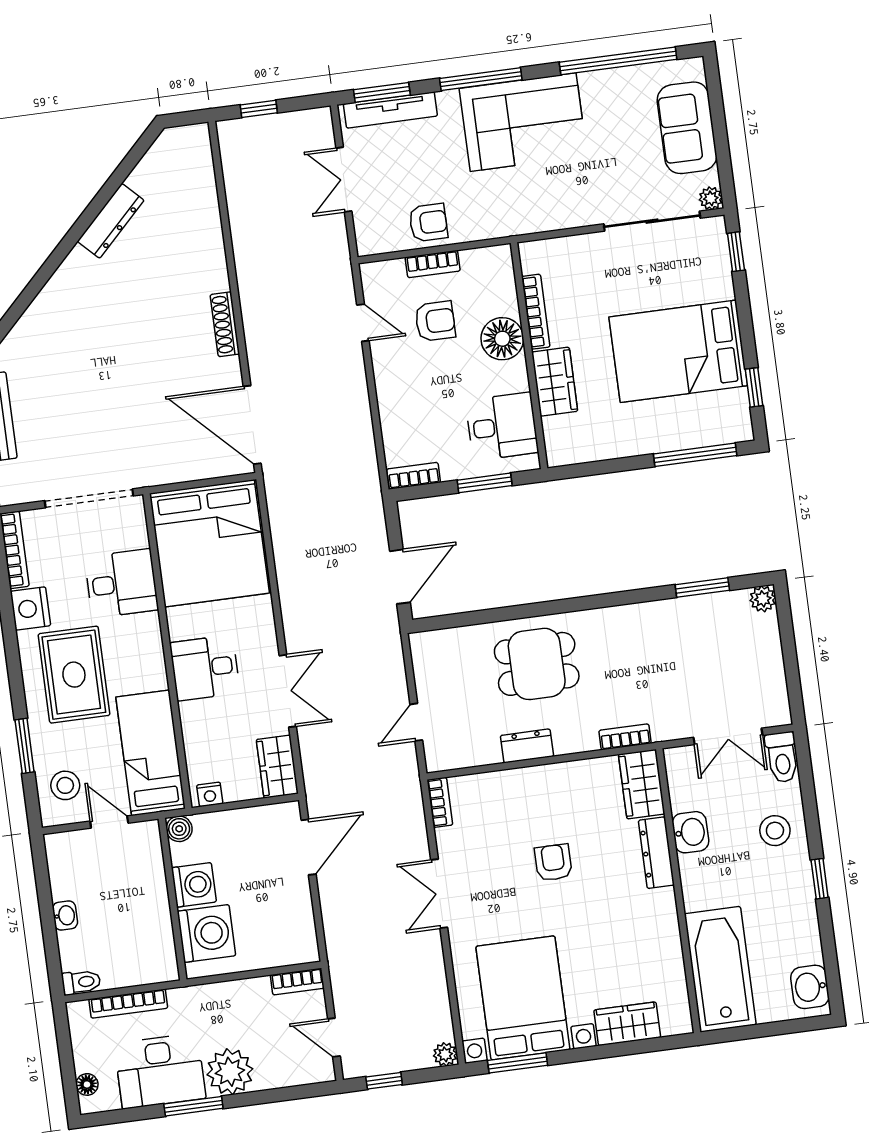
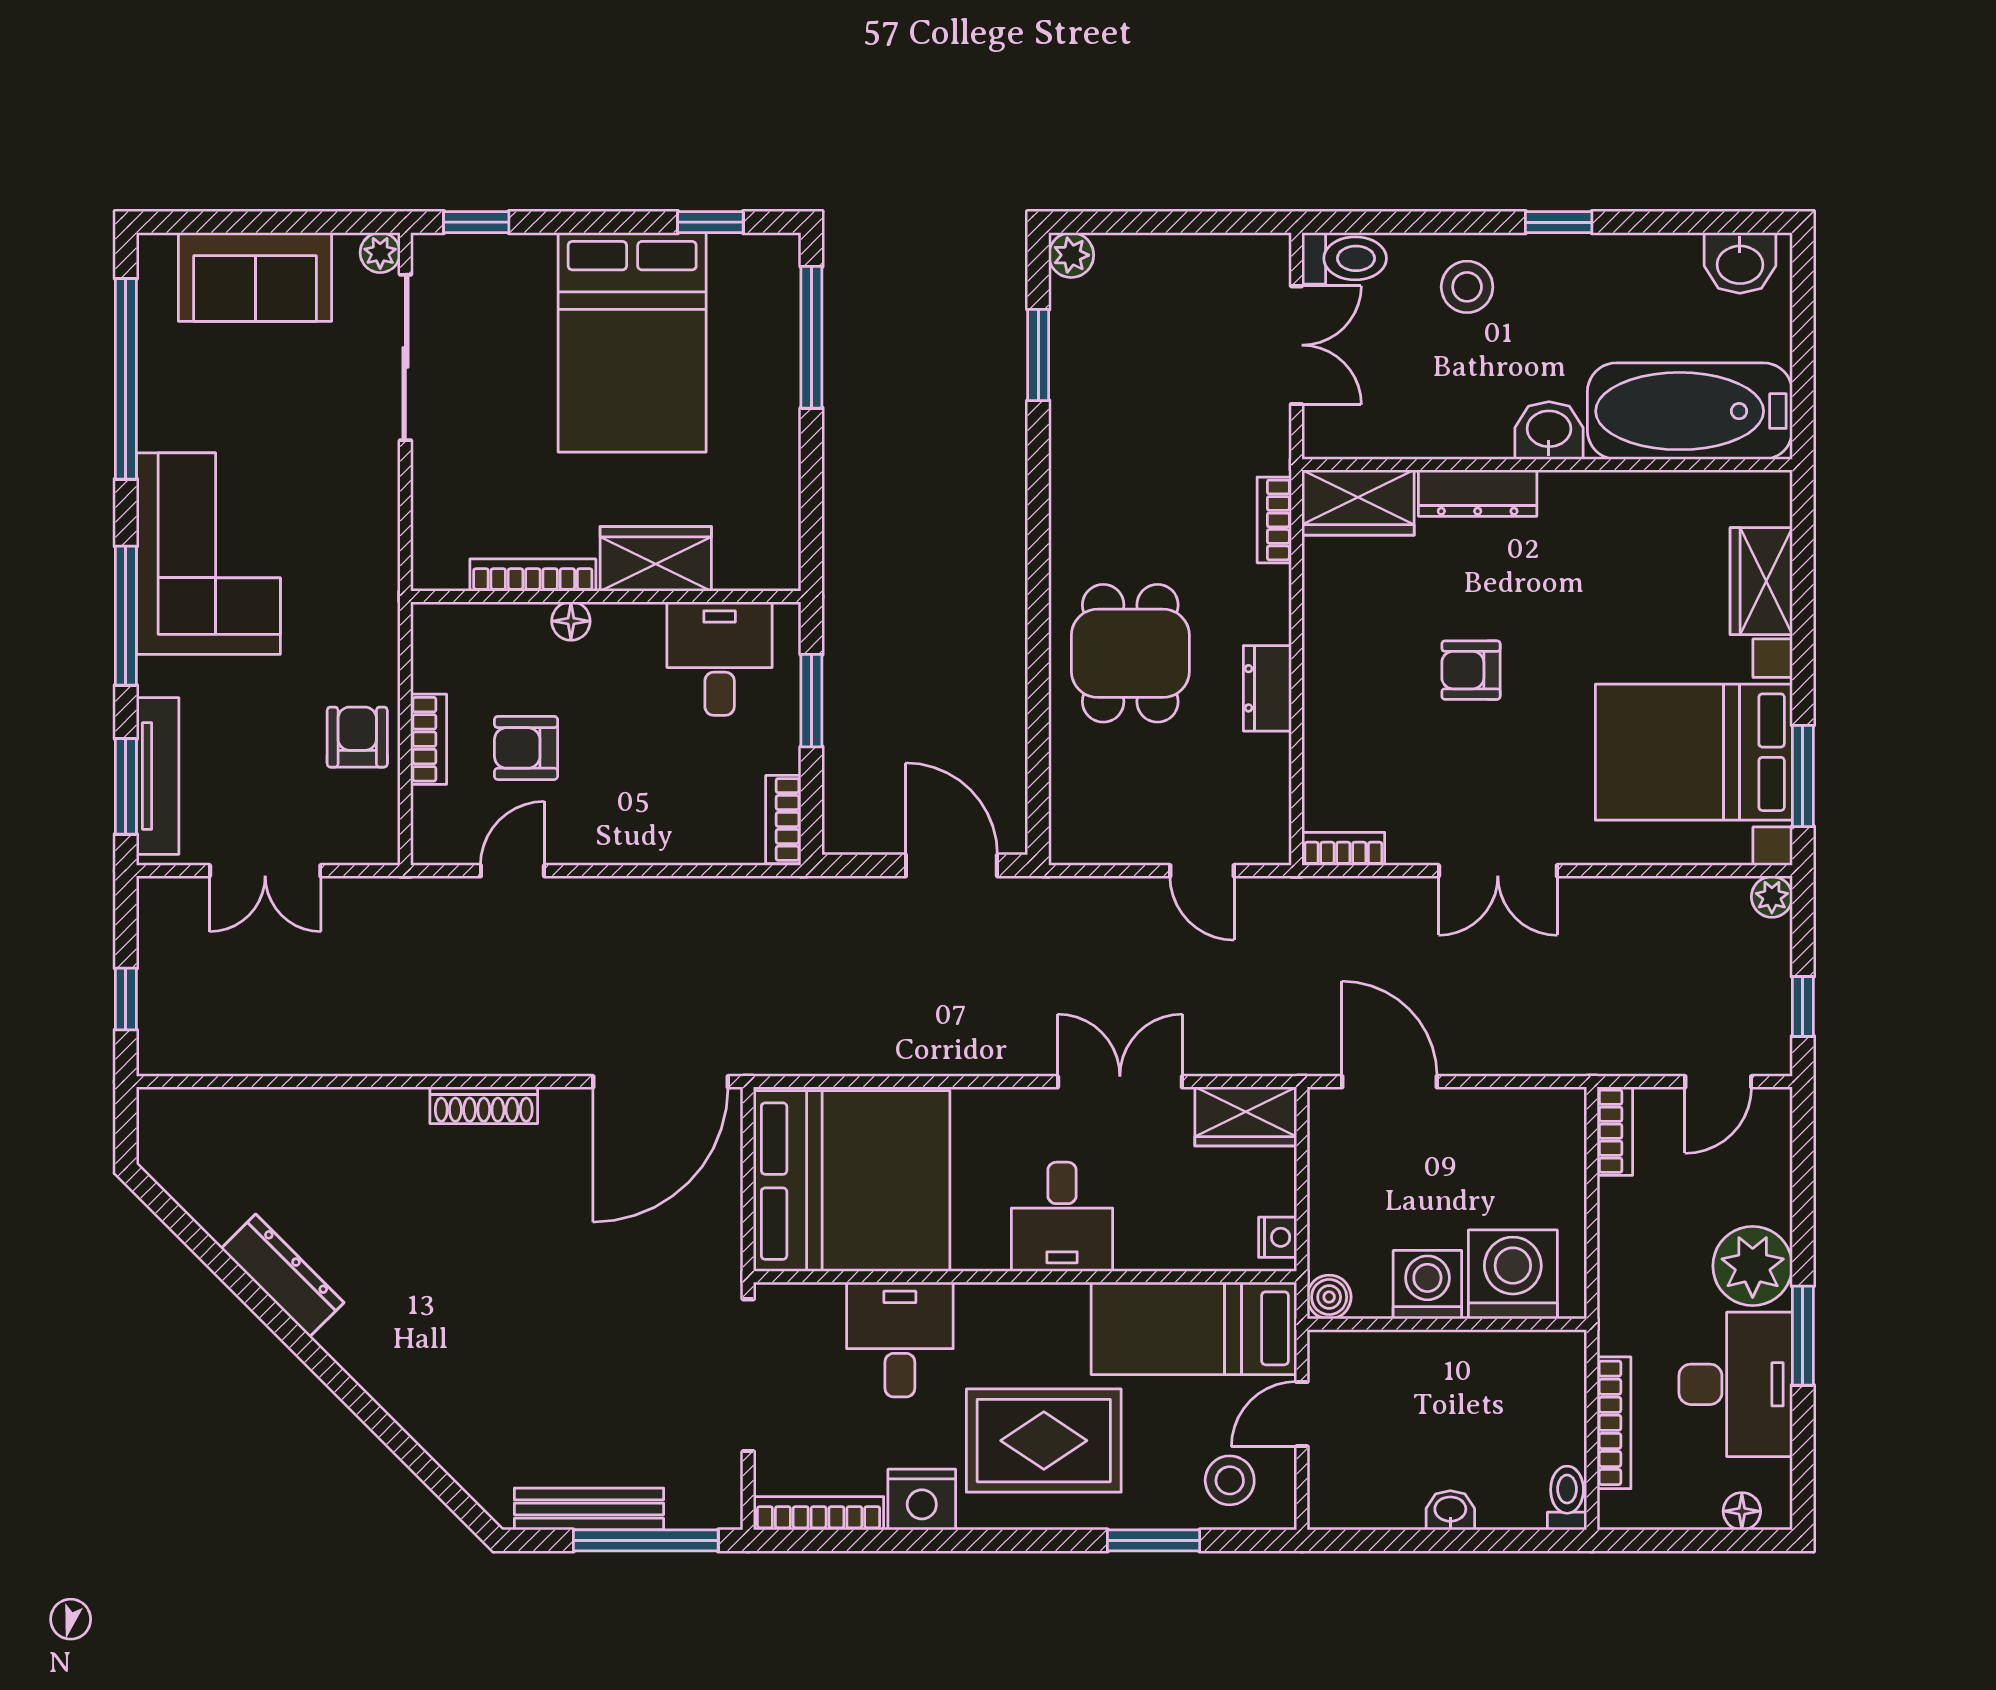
armchair: (435, 321) -> (526, 748), turned -90
floor lamp: (502, 339) -> (571, 621), width x0.53, depth x0.53
washbasin: (690, 832) -> (1549, 431), moved

